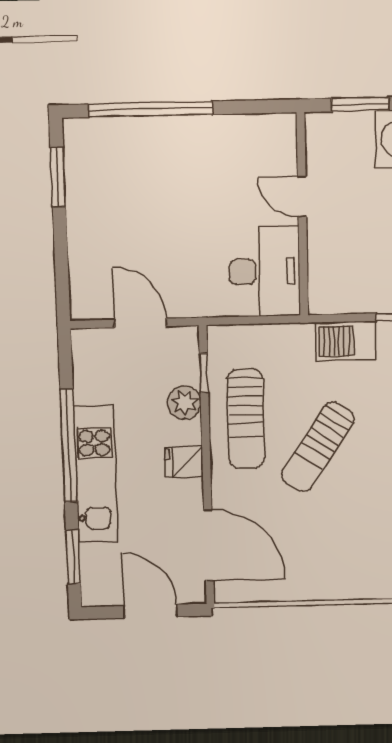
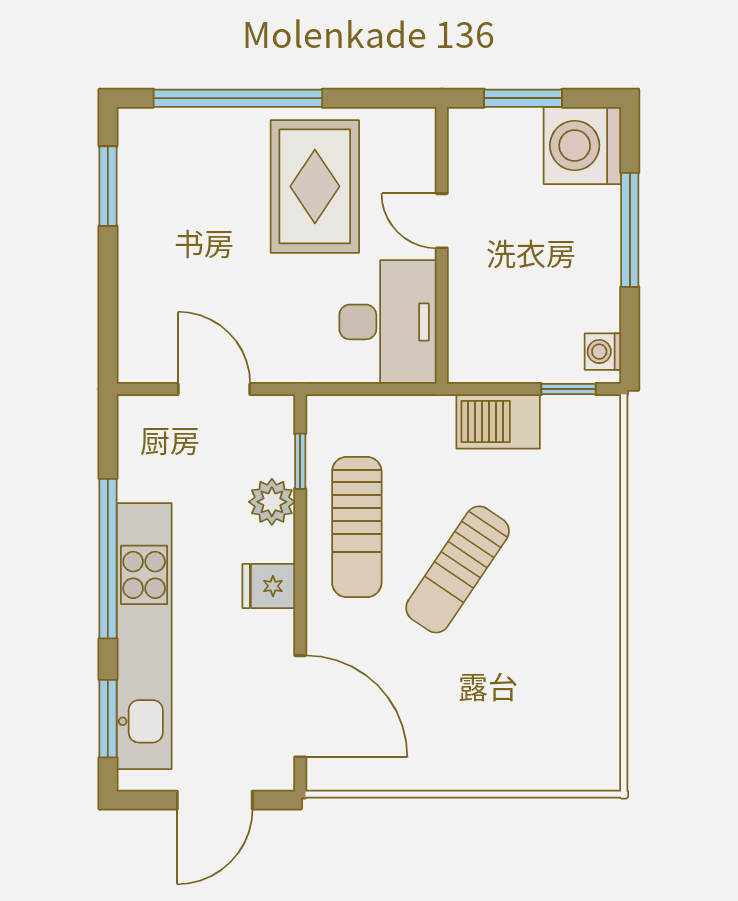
rug: (209, 173) -> (315, 186), added
kitchen unit: (96, 474) -> (144, 636), width x1.36
door: (150, 611) -> (215, 800), swing flipped

